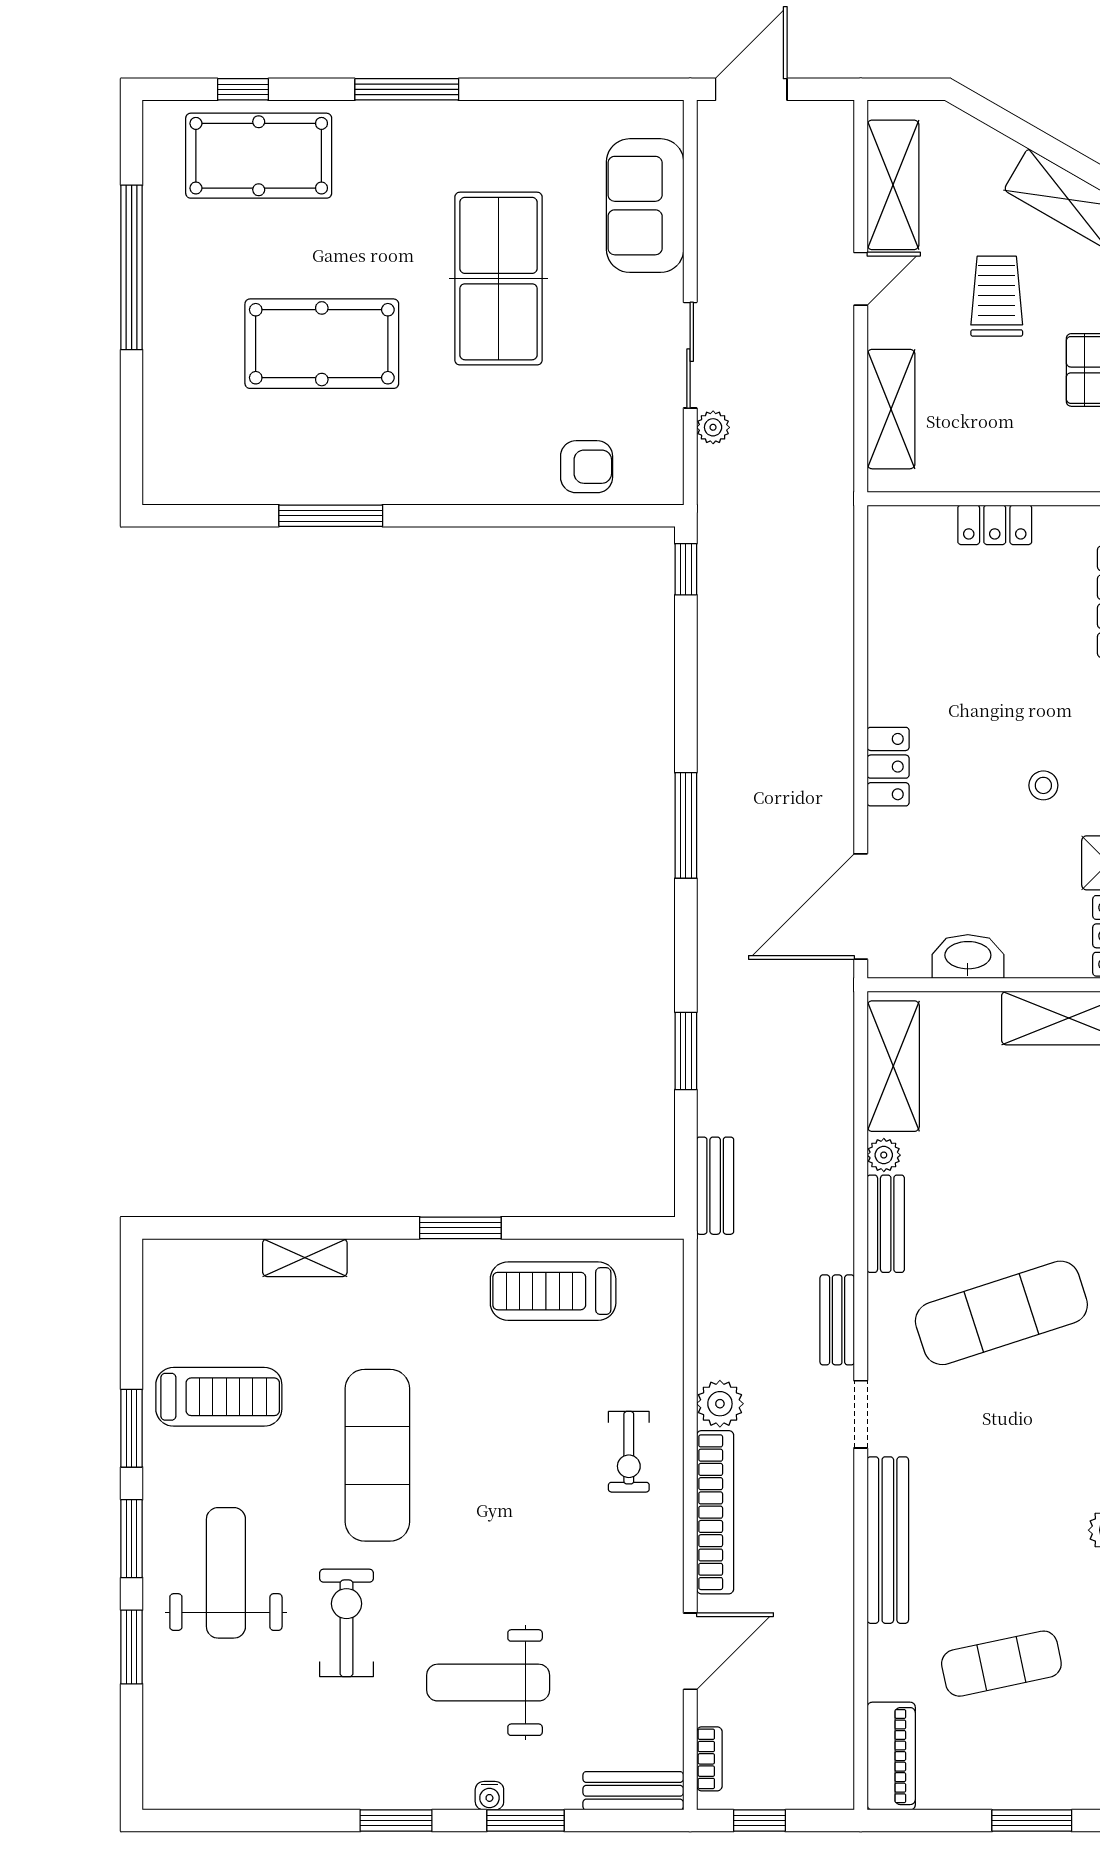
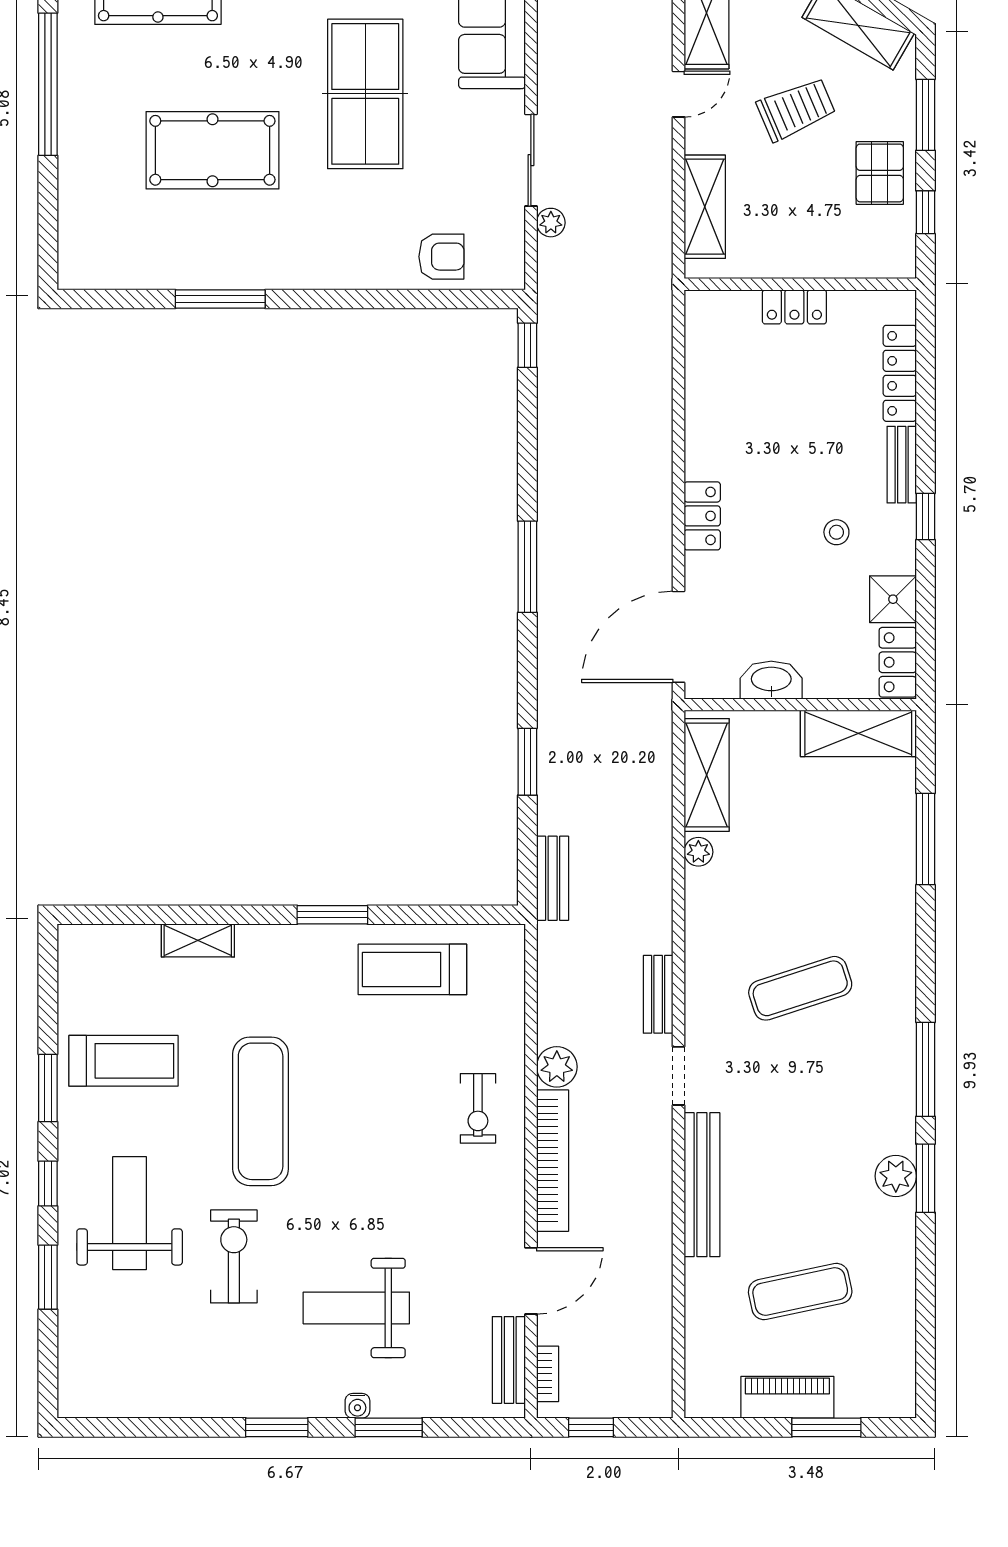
trolley: (997, 296) -> (796, 109), turned 67
bench: (886, 1224) -> (700, 911), removed
exercise mat: (1001, 1313) -> (800, 988), width x0.73, depth x0.69
window: (132, 1539) -> (48, 1183), width x0.67
piano: (891, 1756) -> (787, 1397), moved, turned -90
bench: (633, 1791) -> (509, 1360), moved, turned 90

